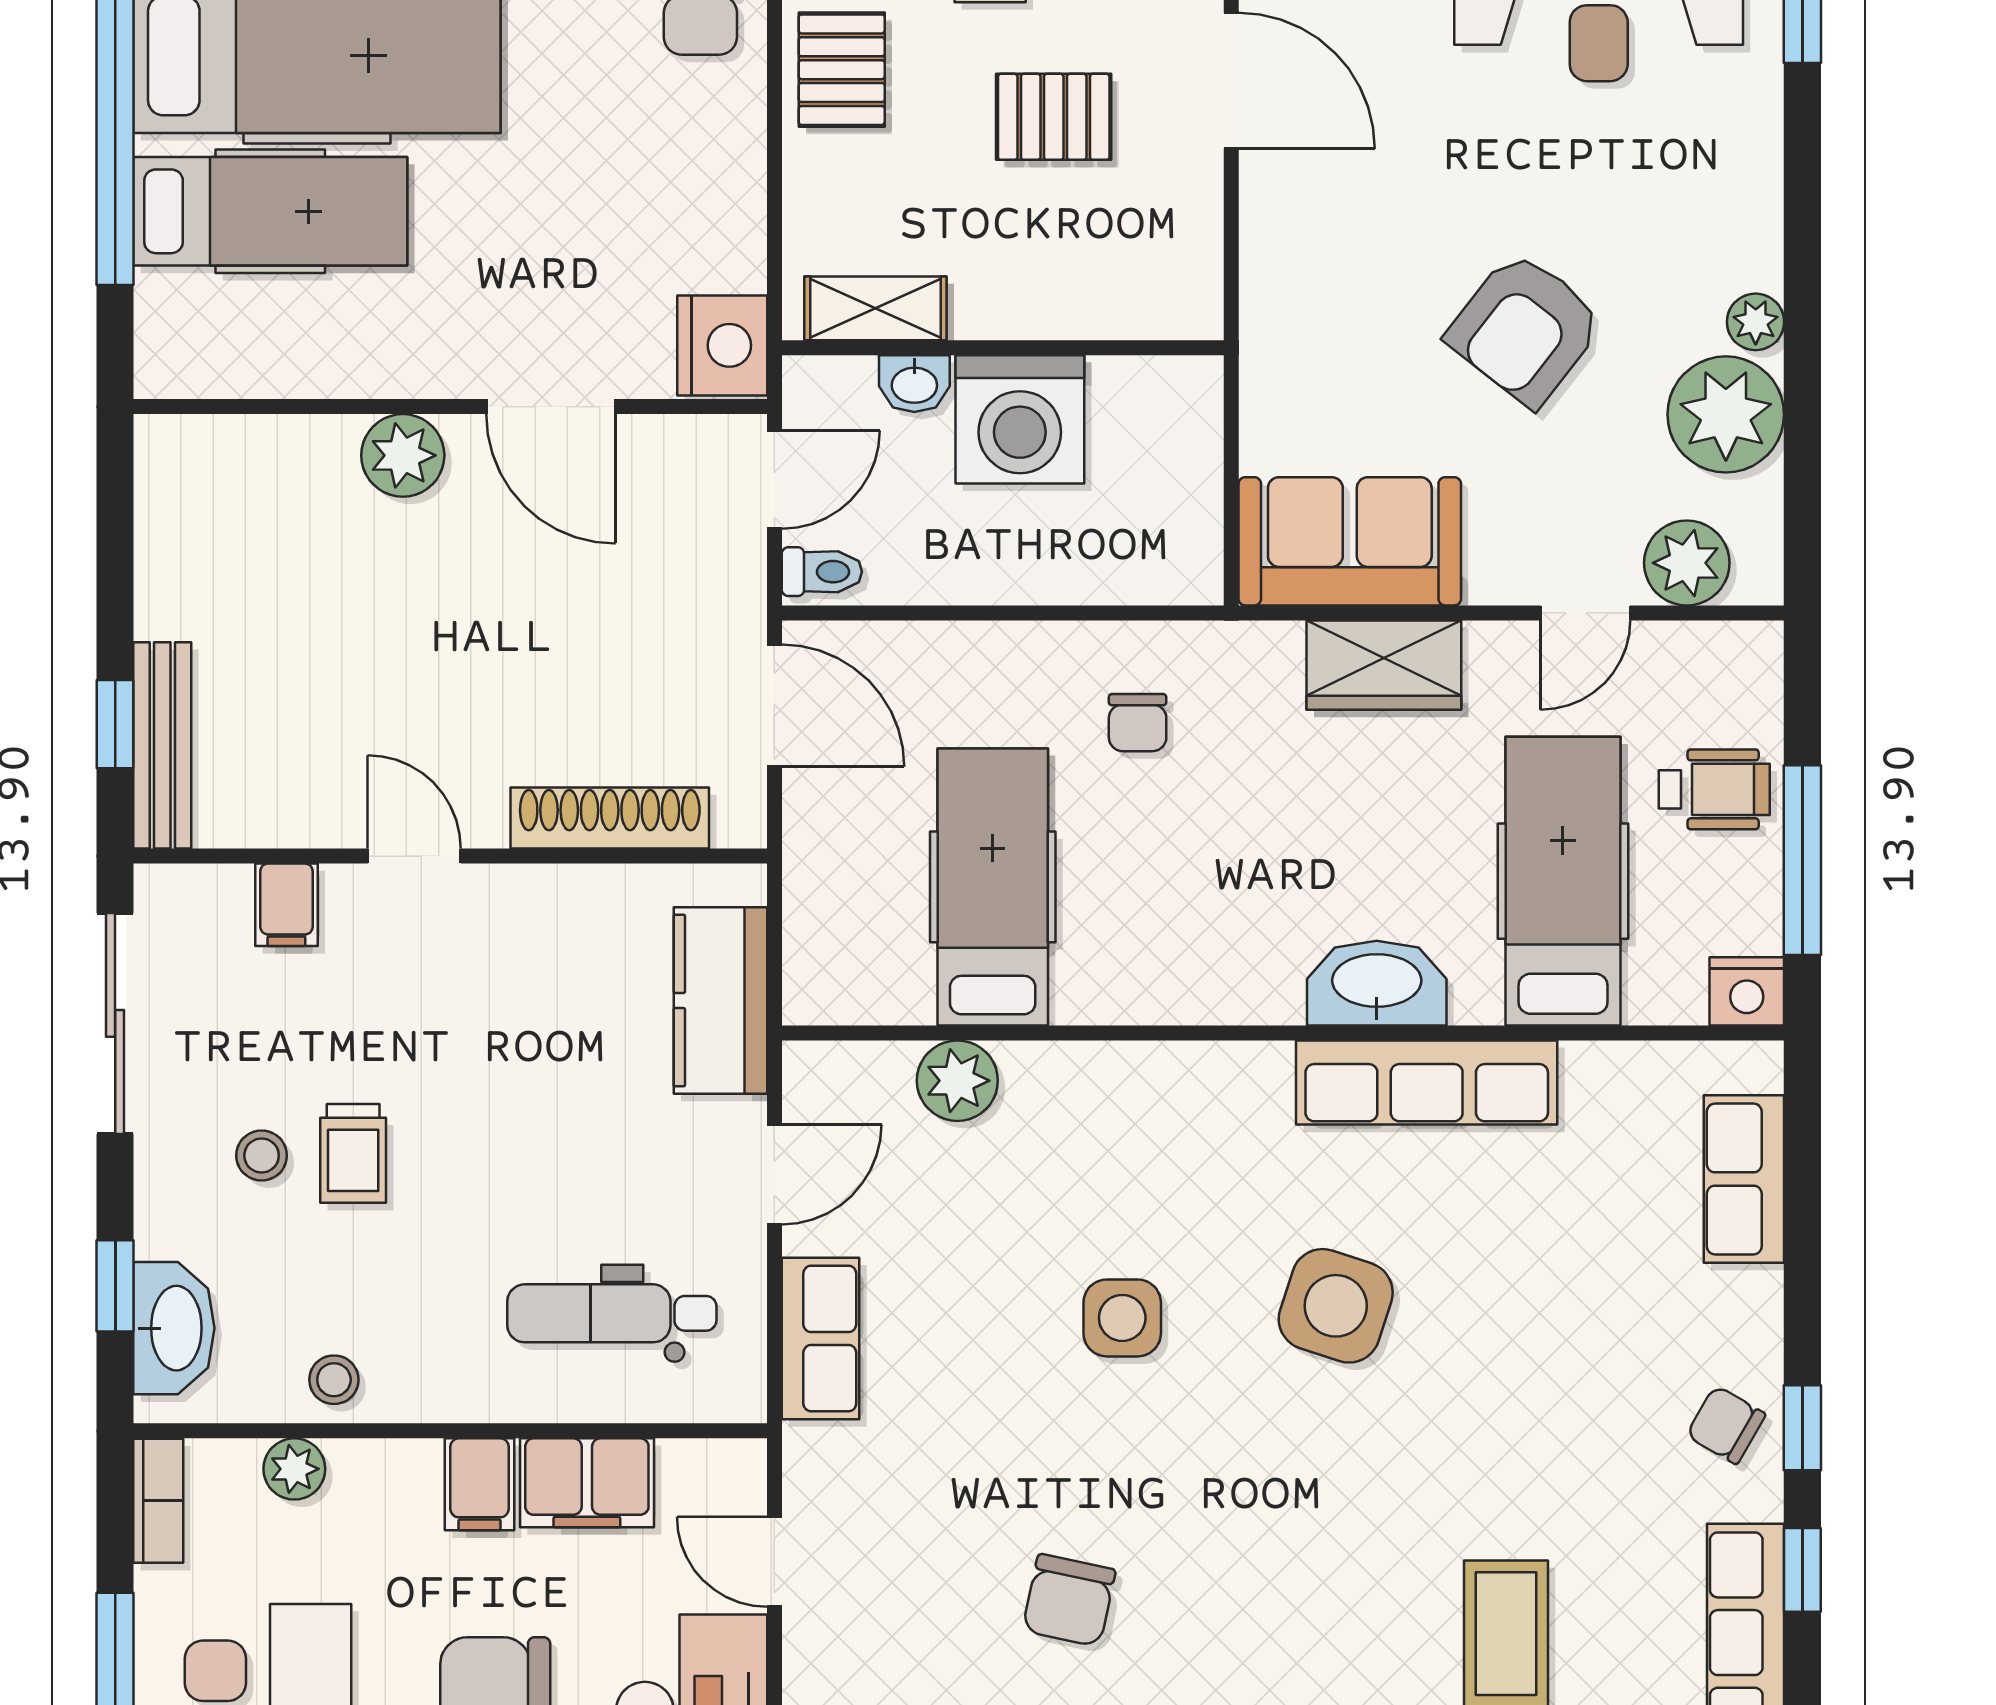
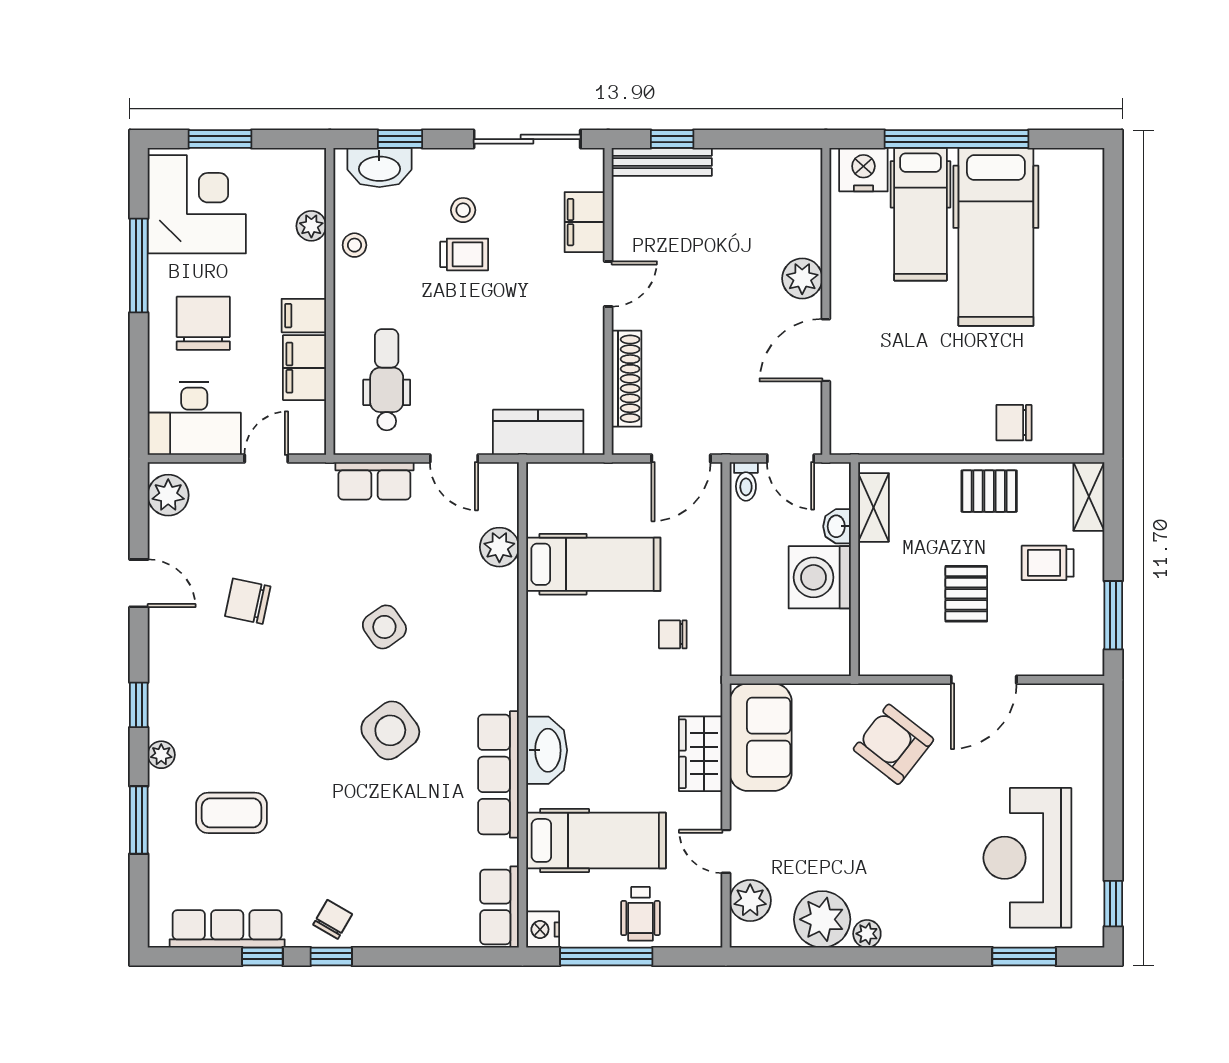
armchair: (1525, 329) -> (893, 744), moved
nightstand: (722, 345) -> (863, 170), moved, turned 180
filing cabinet: (286, 905) -> (585, 222), width x2.00
trolley: (353, 1153) -> (464, 254), turned 180
row of seats: (1744, 1179) -> (500, 907), moved, turned -90
side table: (1336, 1306) -> (390, 730), turned 34
side table: (1122, 1318) -> (384, 627), turned -35
bookcase: (158, 1501) -> (296, 160), removed

